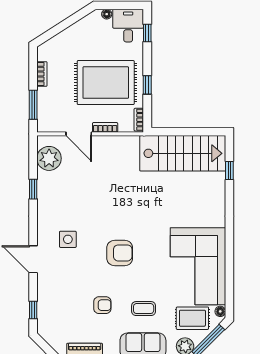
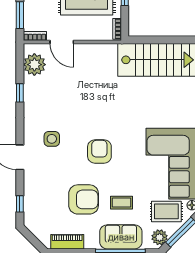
bookcase: (105, 127) -> (35, 36), moved
armchair: (120, 253) -> (99, 151), turned -90
armchair: (102, 305) -> (84, 199), width x1.88, depth x1.88

